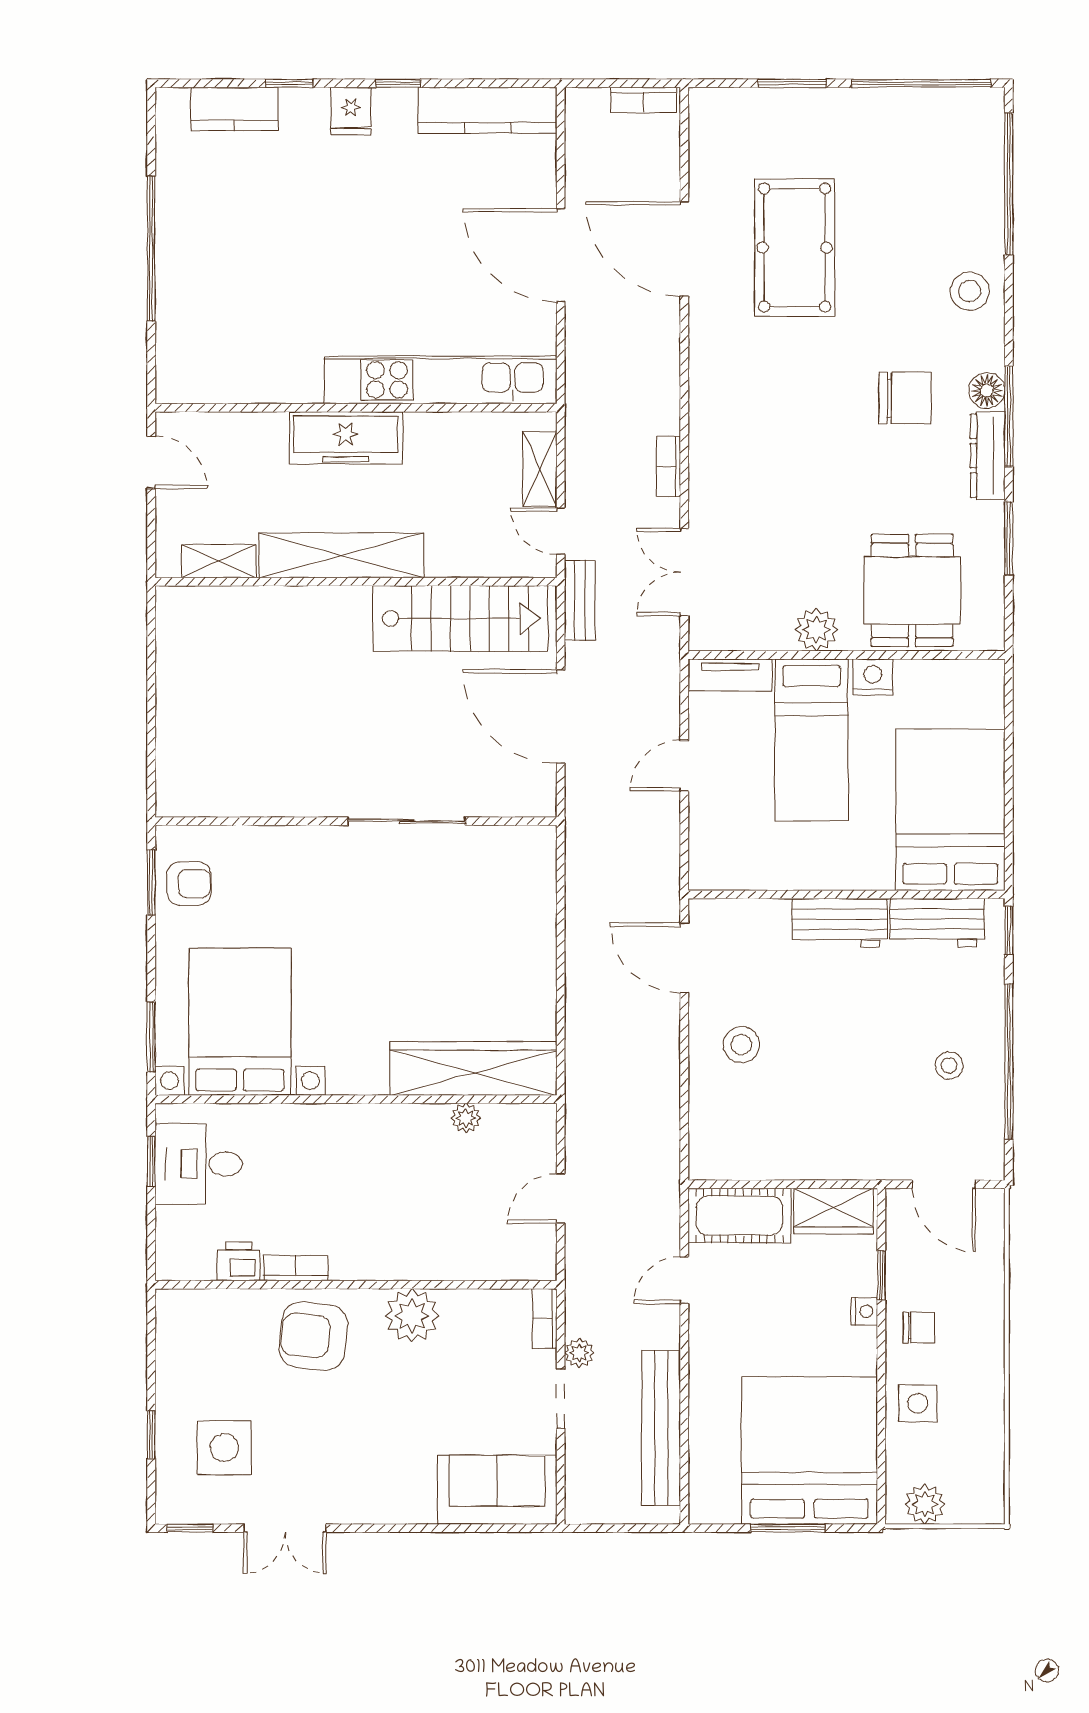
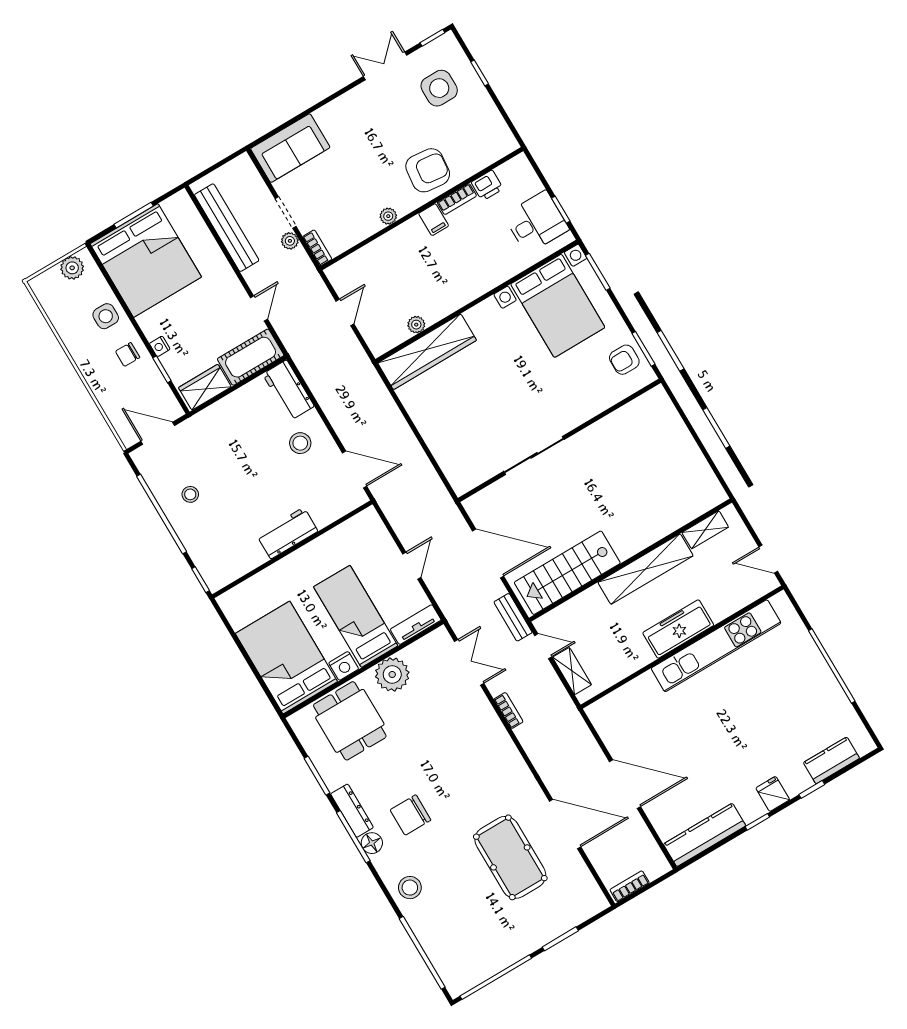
kitchen unit: (440, 380) -> (716, 646), moved
plant: (816, 630) -> (392, 674), width x1.36, depth x1.36
bed: (950, 810) -> (286, 658), moved, turned 180
workbench: (937, 923) -> (288, 390), moved, turned -90
filing cabinet: (348, 1258) -> (434, 220), added
plant: (412, 1316) -> (388, 216), width x0.53, depth x0.53

